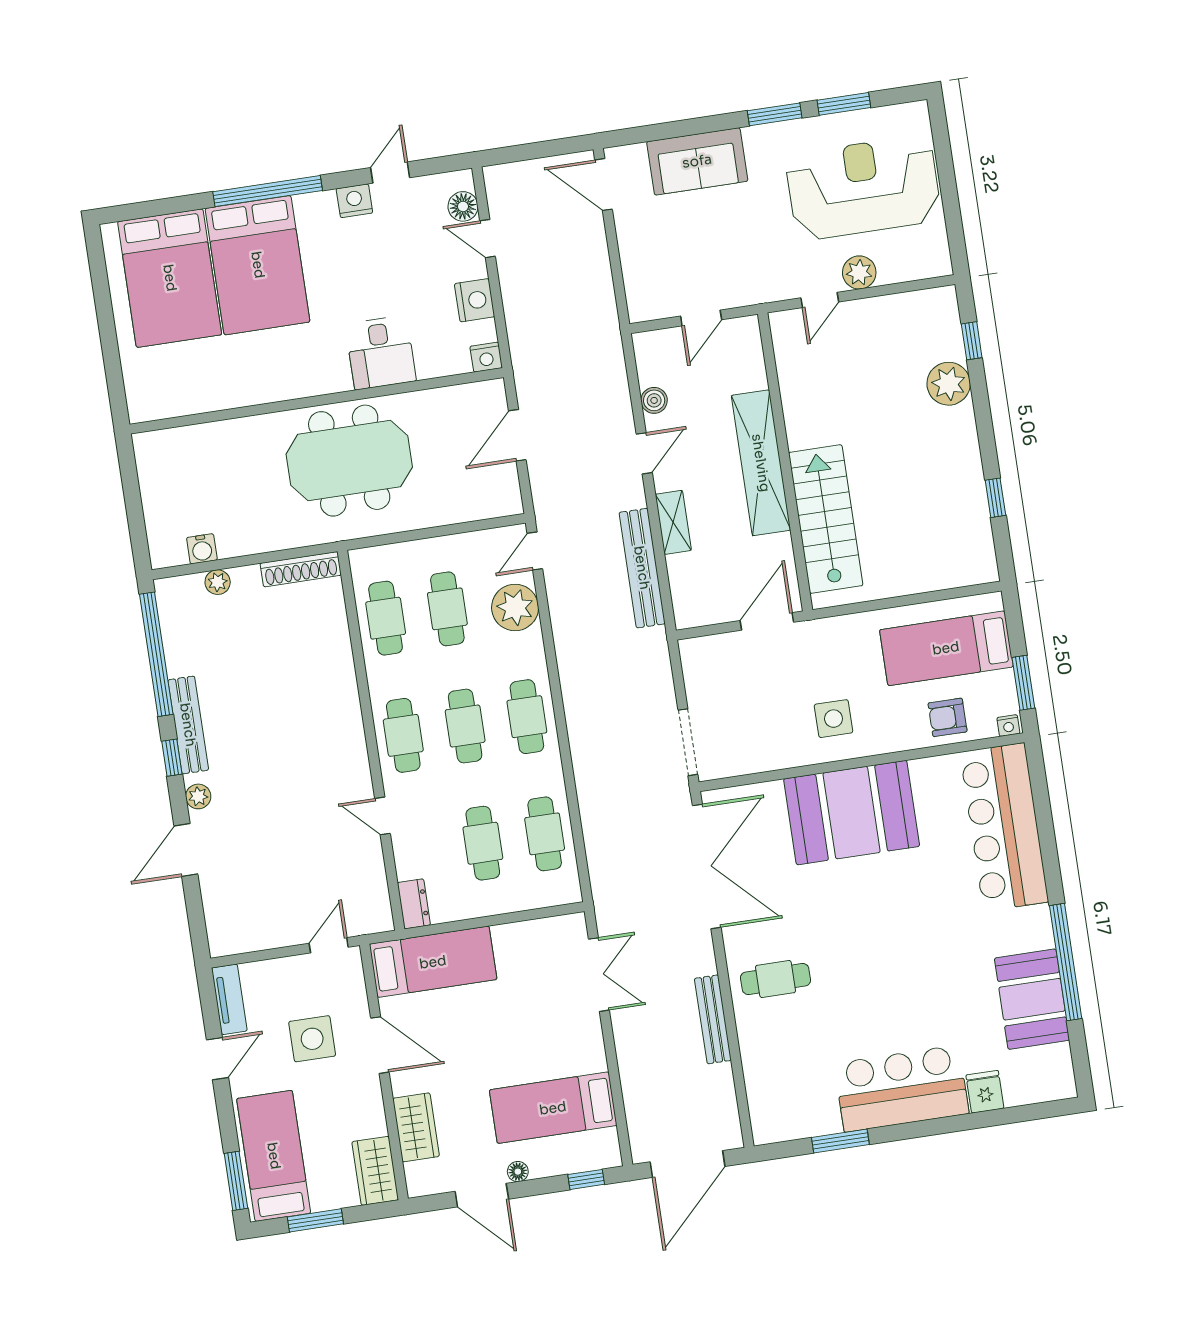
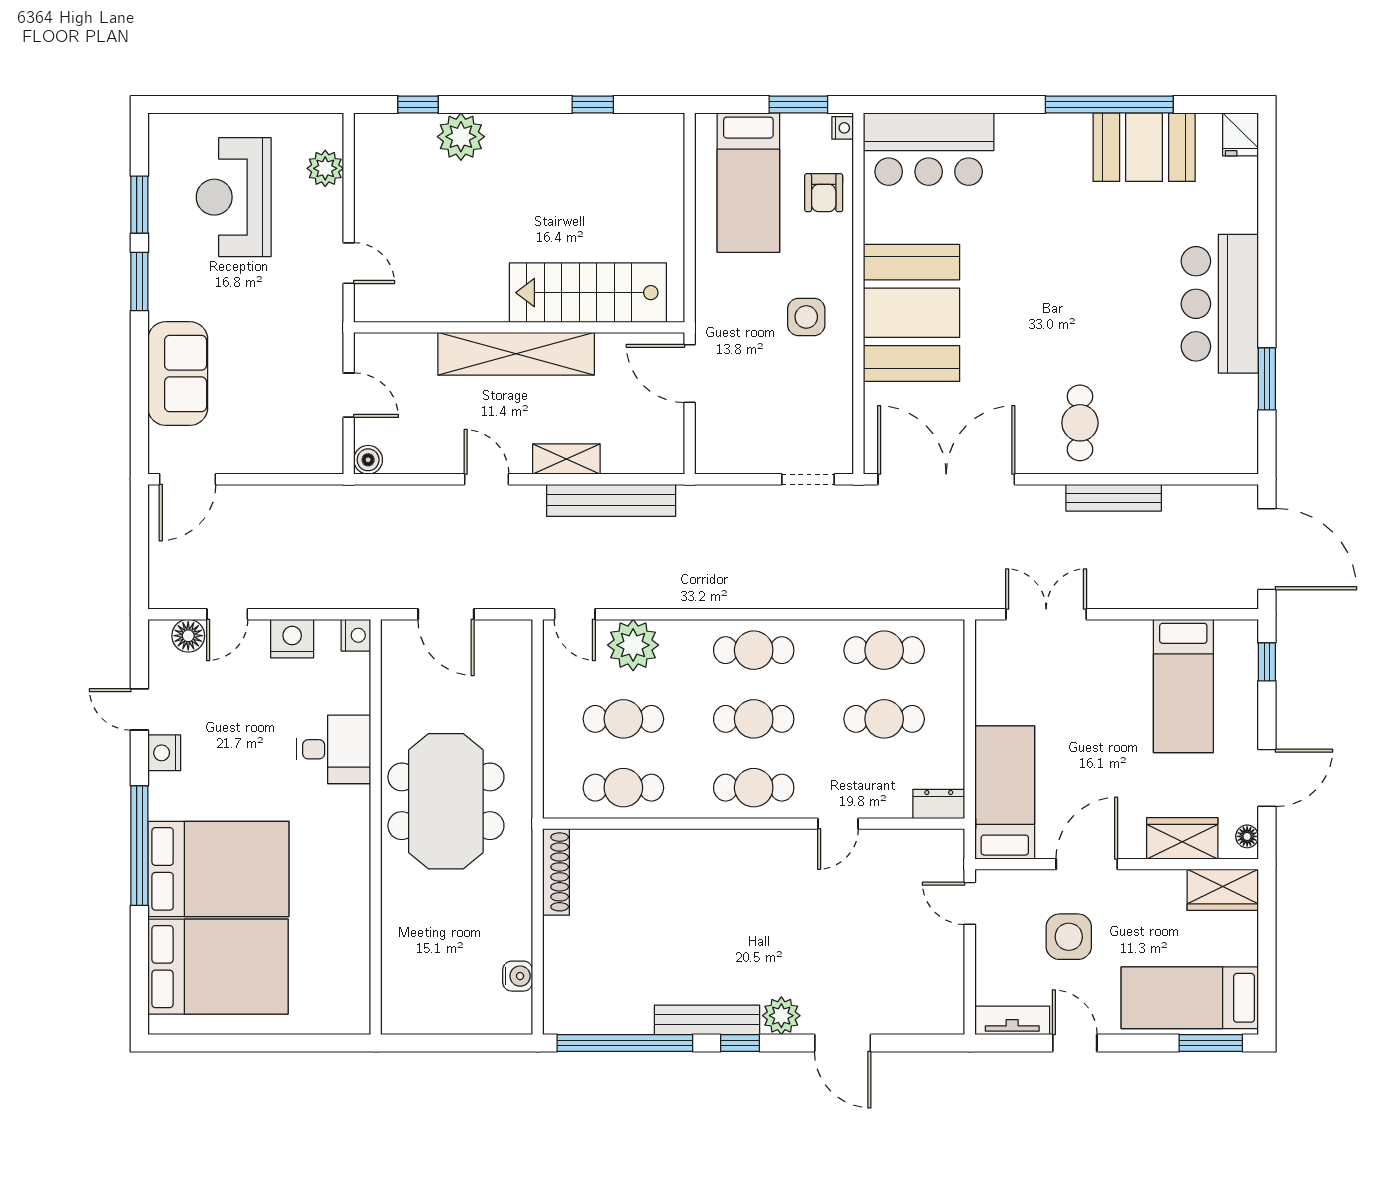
reception desk: (863, 188) -> (234, 197), width x0.74, depth x0.77
plant: (859, 272) -> (325, 168), moved
boiler: (654, 400) -> (368, 460), moved
plant: (218, 582) -> (556, 964), removed
doorway: (688, 742) -> (808, 479), width x0.73
plant: (198, 796) -> (781, 1016), width x1.38, depth x1.38
bar counter: (1004, 827) -> (929, 149), width x0.73
fridge: (985, 1092) -> (1240, 134), moved, turned -90
floor lamp: (518, 1172) -> (1247, 836), moved
window: (315, 1220) -> (1267, 963), removed

